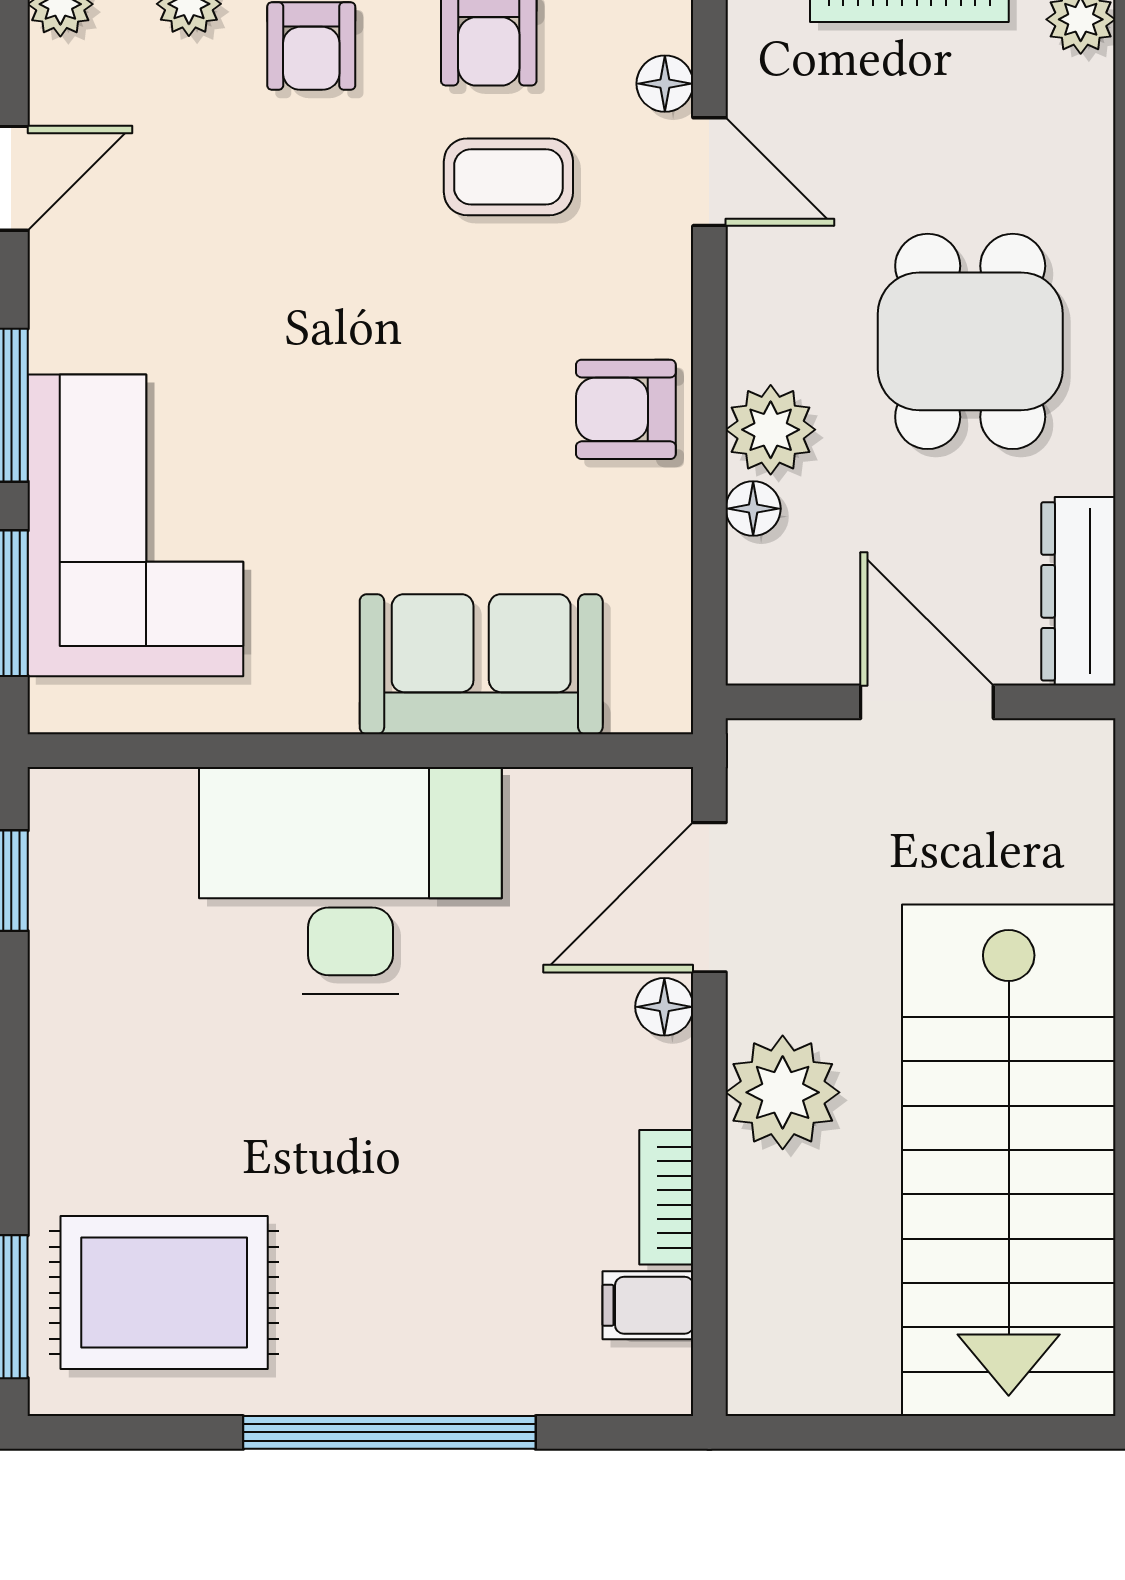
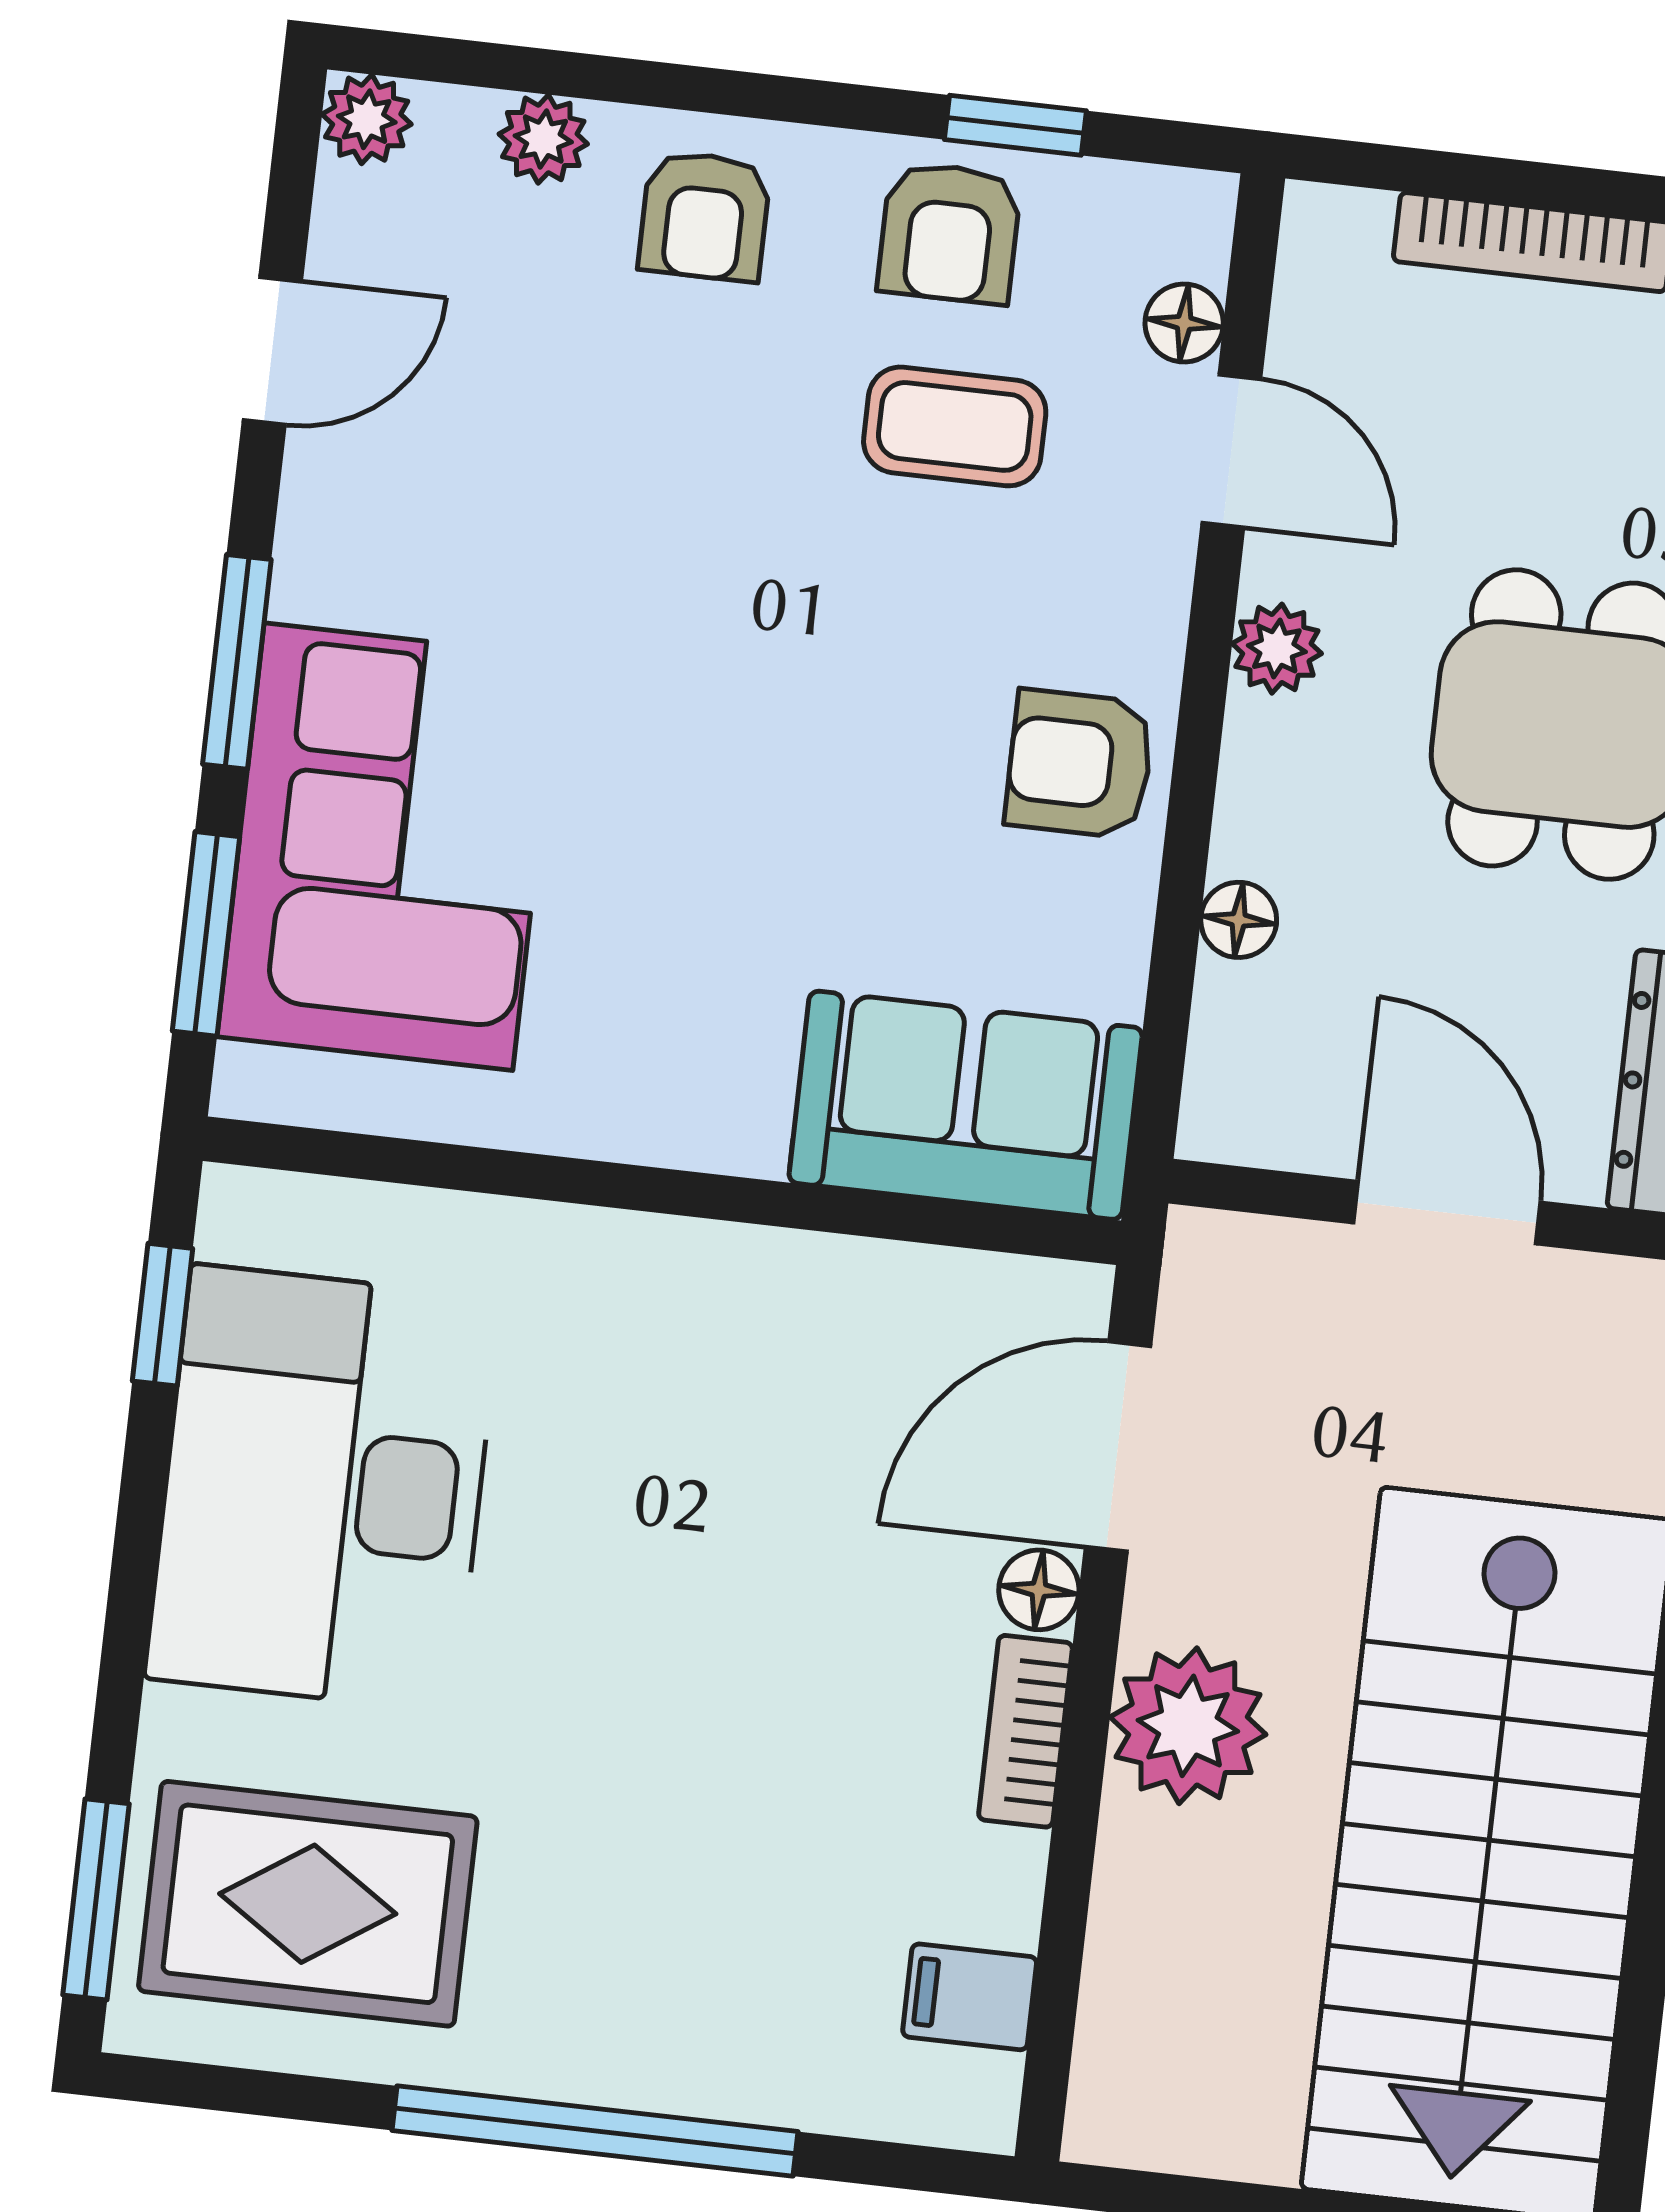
plant: (771, 430) -> (1277, 649), moved, width x0.73, depth x0.73
sofa: (481, 664) -> (966, 1105), moved
desk: (350, 880) -> (323, 1488), moved, turned -90
bookcase: (666, 1197) -> (1026, 1731), moved

